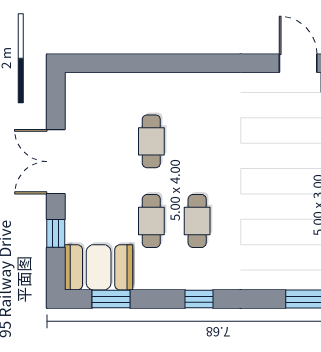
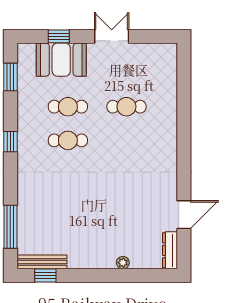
double door: (56, 162) -> (112, 36), width x0.73
booth: (99, 267) -> (61, 60), moved, turned 90

